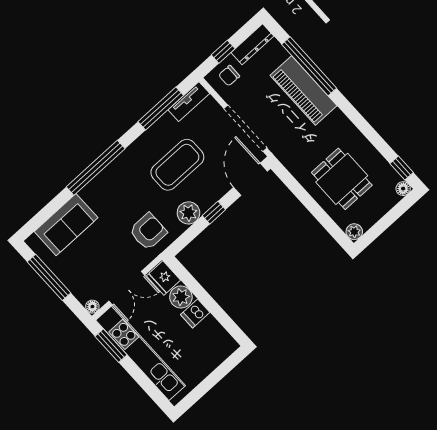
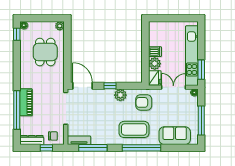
piano: (304, 90) -> (26, 102), width x0.73, depth x0.75
coffee table: (177, 165) -> (134, 129), moved
door: (251, 179) -> (83, 86), swing flipped

